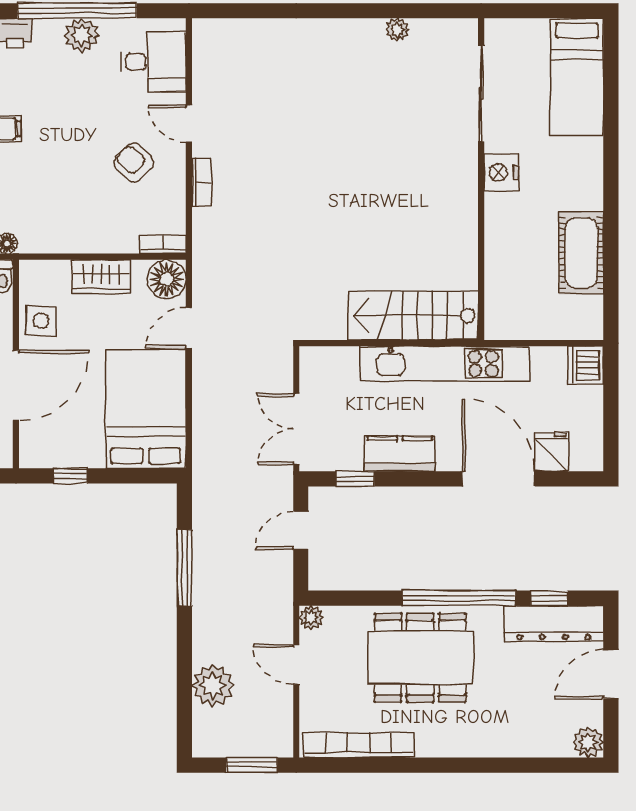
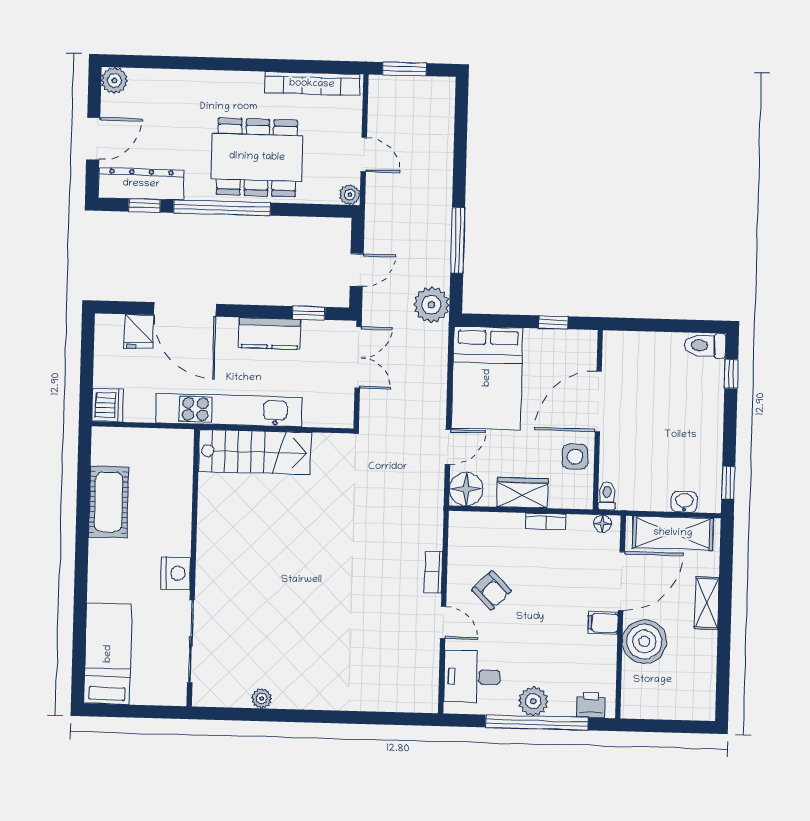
bookcase: (163, 245) -> (546, 521), moved
plant: (213, 685) -> (431, 305), moved

